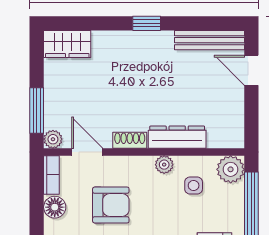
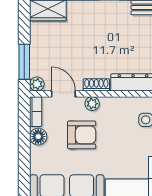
plant: (164, 165) -> (92, 104), moved

